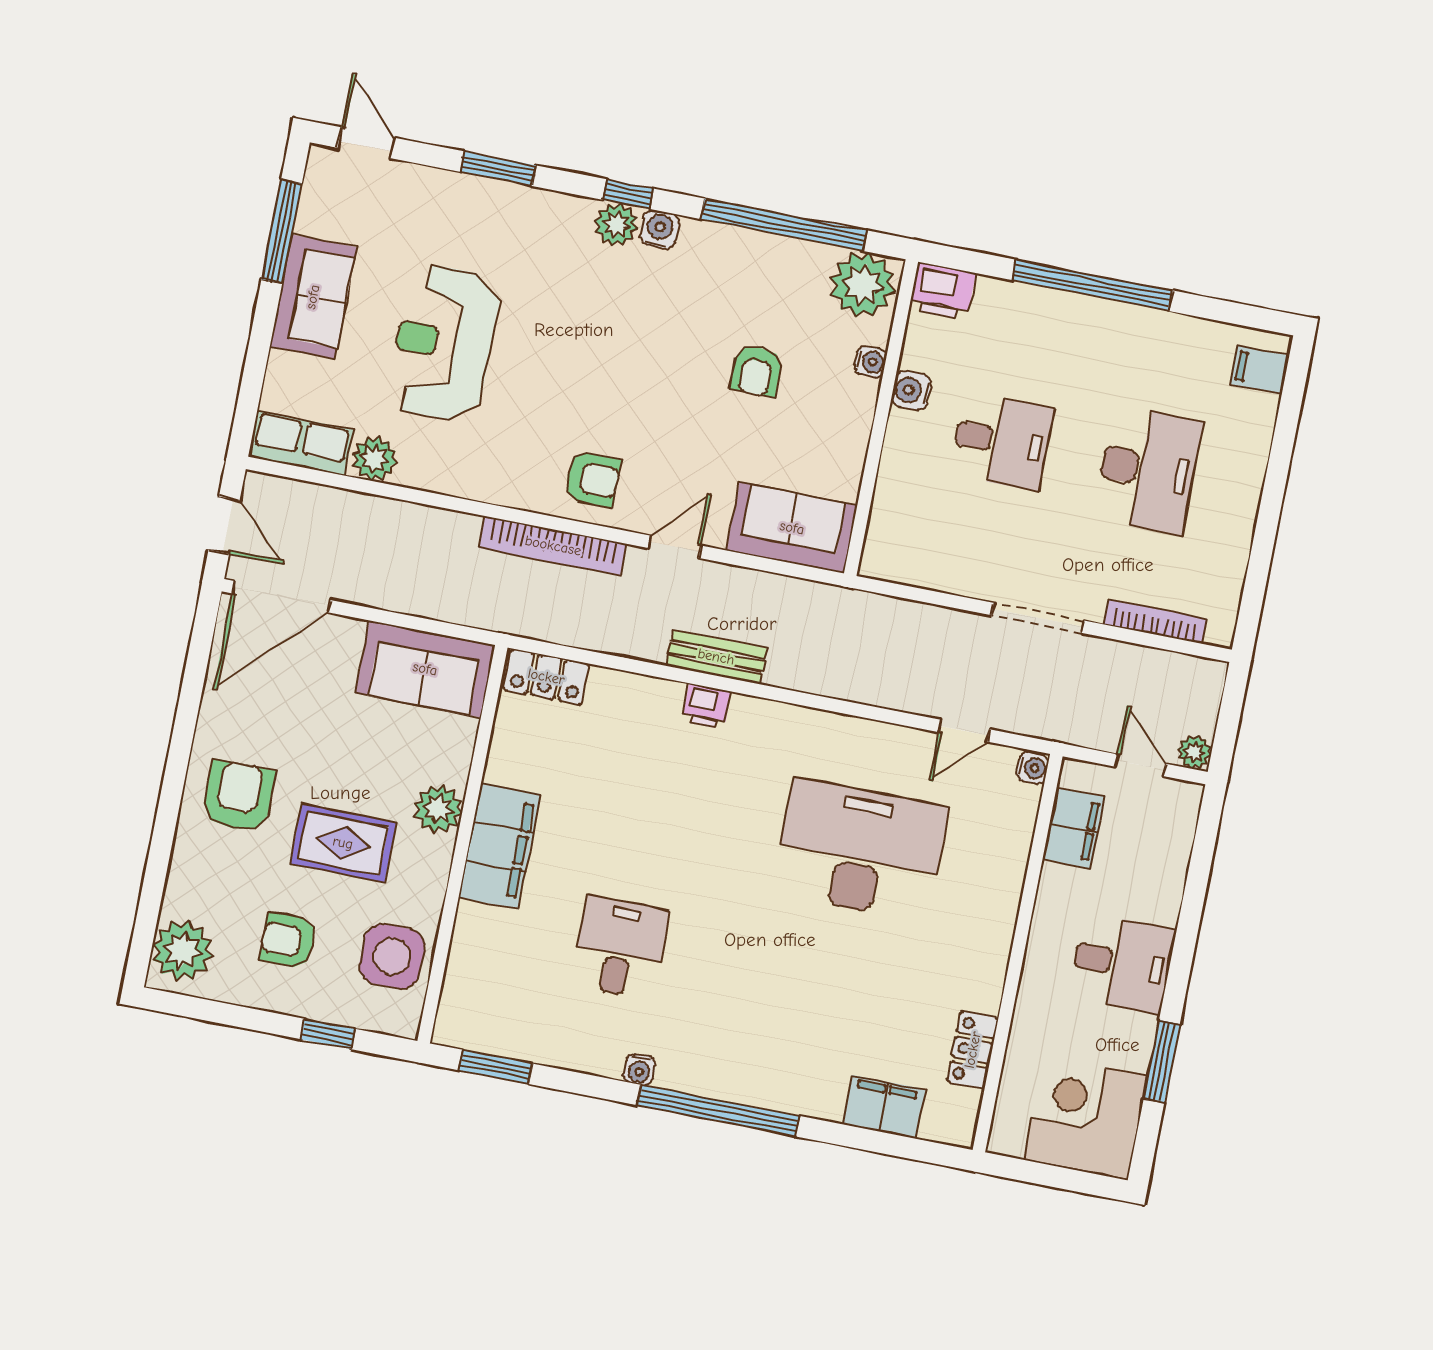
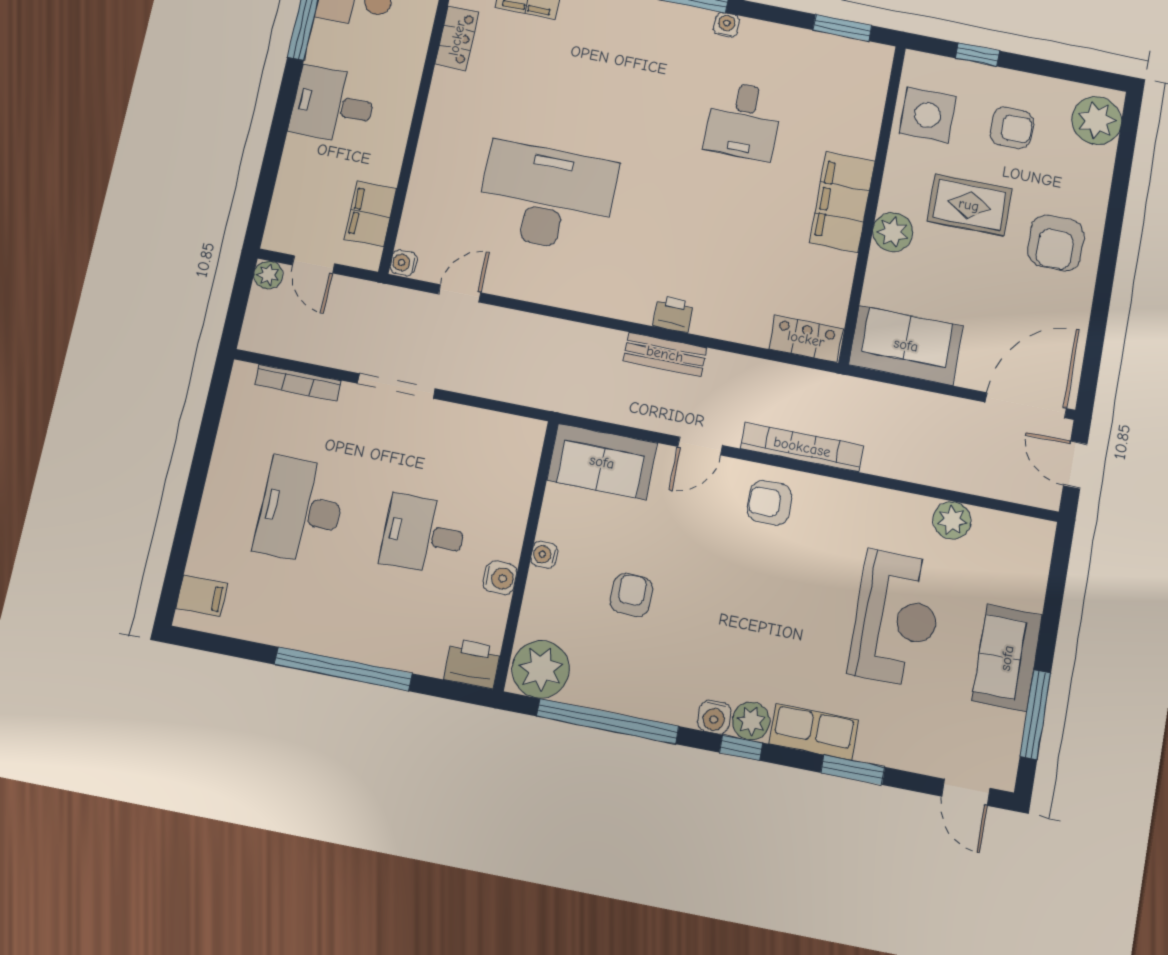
water cooler: (871, 362) -> (544, 555), moved
row of seats: (301, 443) -> (814, 732), moved, turned 180
desk: (860, 850) -> (547, 197), turned 180

